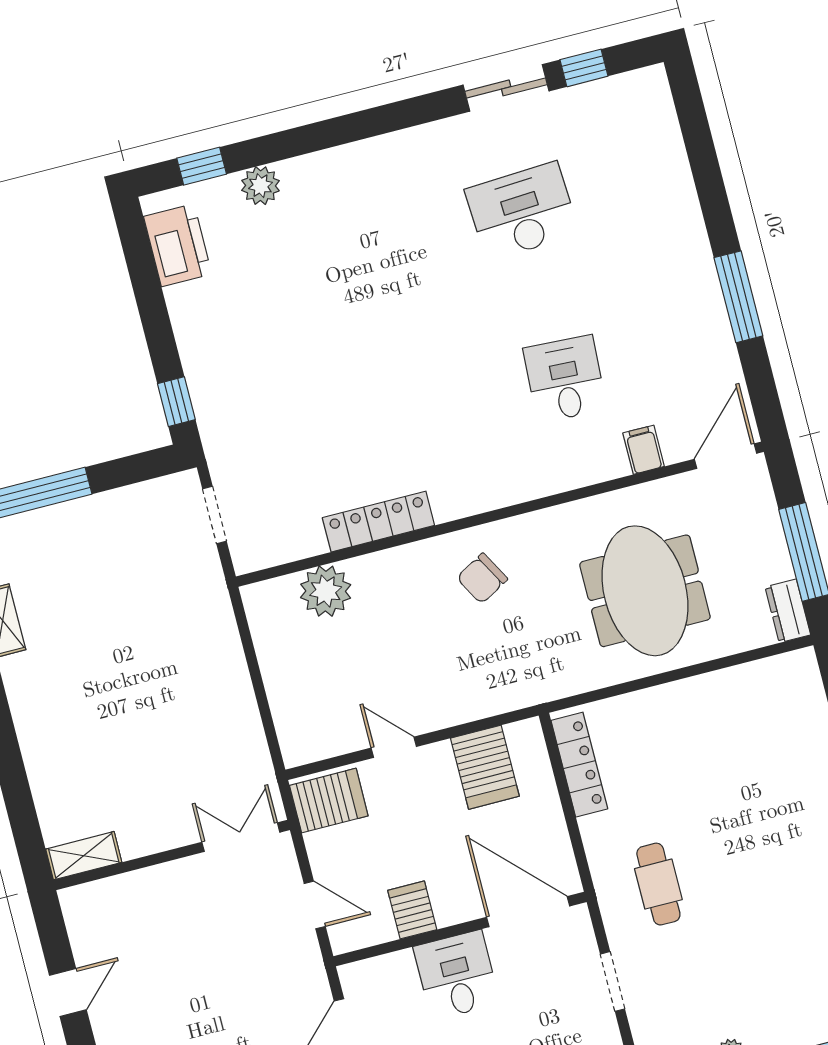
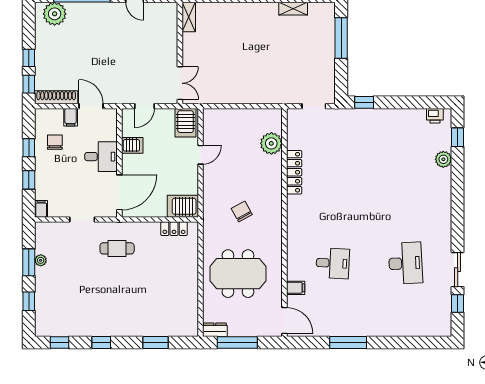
printer: (178, 245) -> (435, 116), width x0.53, depth x0.68
chair: (482, 578) -> (242, 212), moved
locker: (579, 765) -> (174, 229), width x0.66
server rack: (485, 767) -> (183, 206), moved

